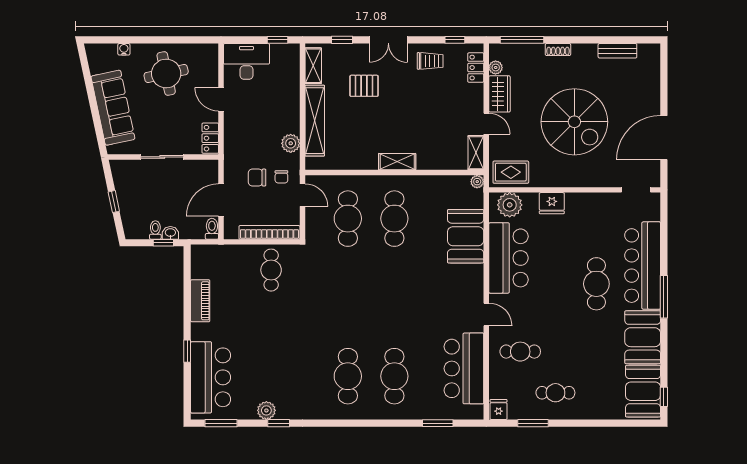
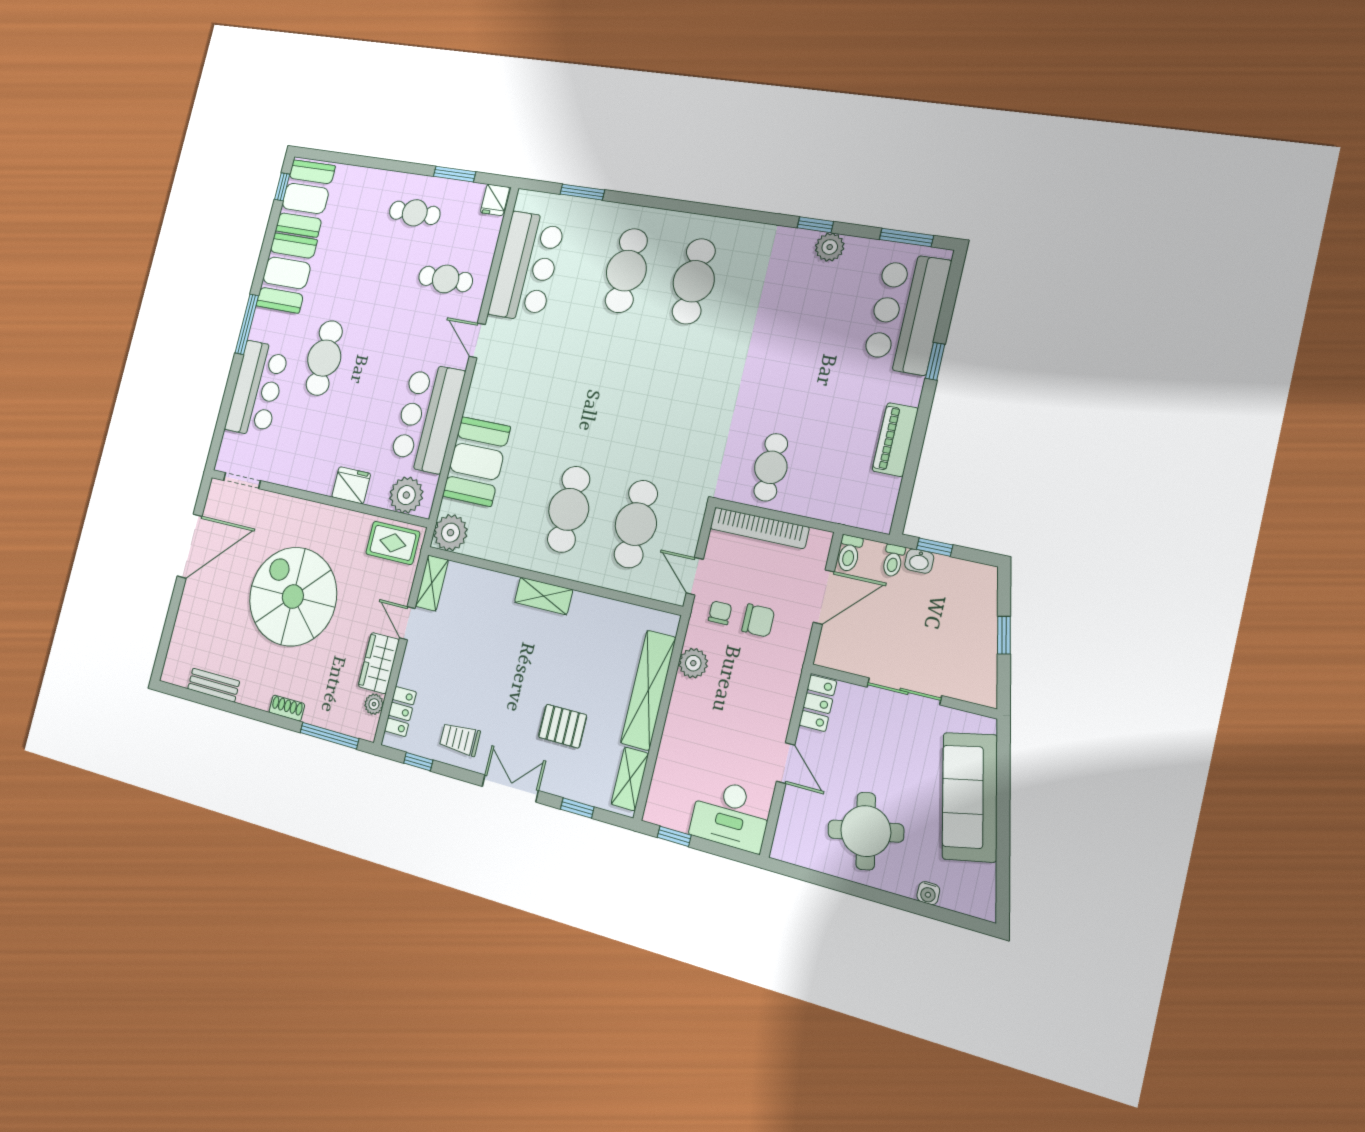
plant: (477, 182) -> (450, 533), width x1.88, depth x1.88
toilet: (155, 230) -> (893, 561), moved
bar counter: (643, 266) -> (257, 389), width x0.73

